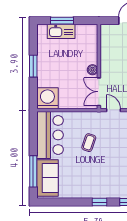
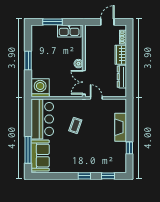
kitchen sink: (61, 31) -> (69, 31), moved

